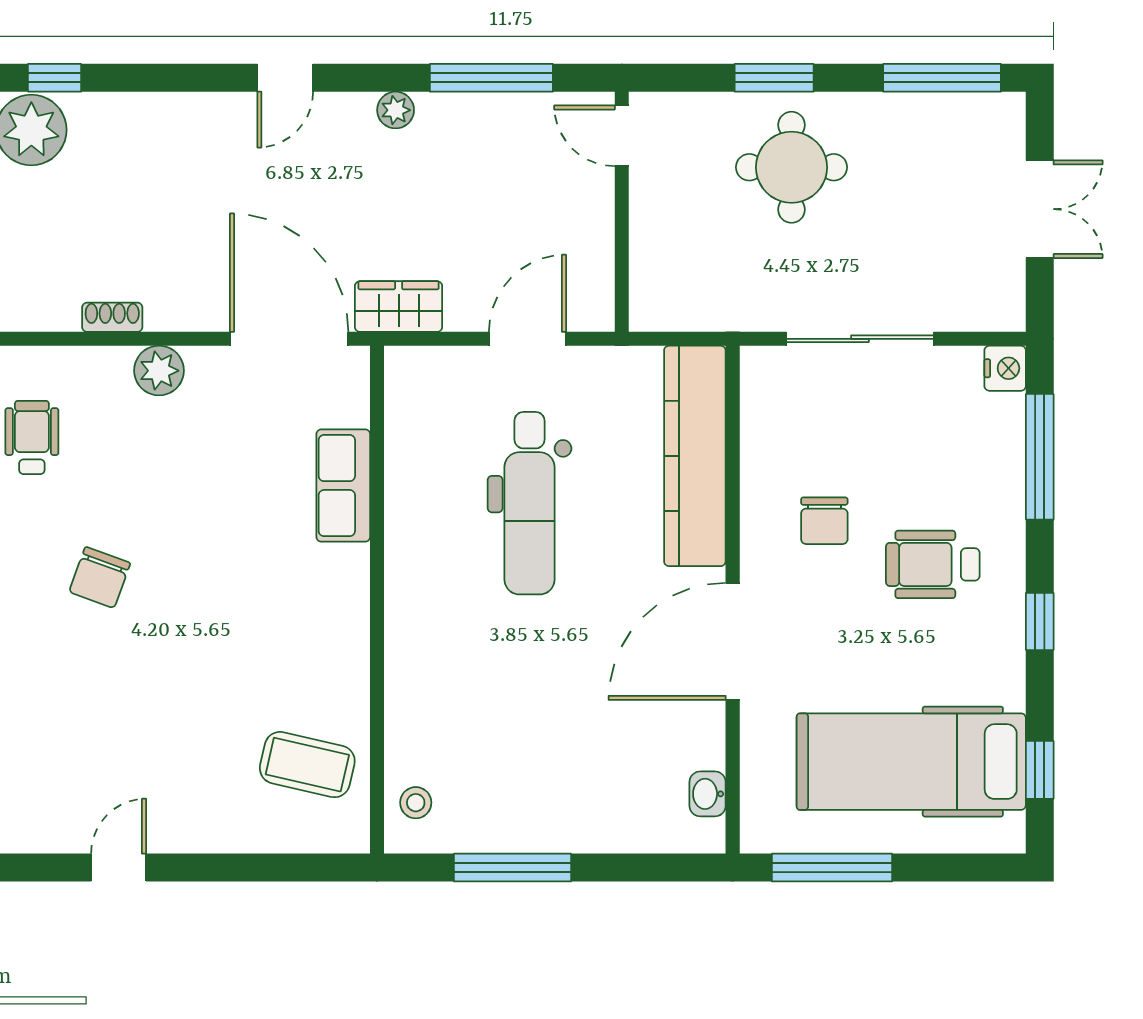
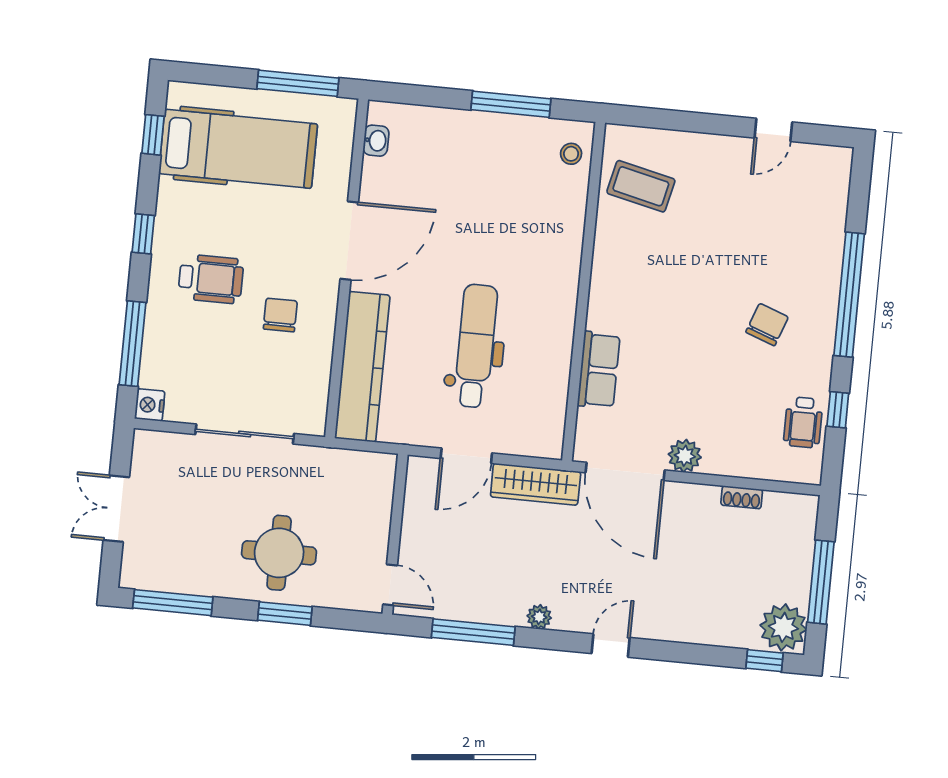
wardrobe: (399, 307) -> (536, 484), width x1.50
plant: (159, 371) -> (685, 456), moved

